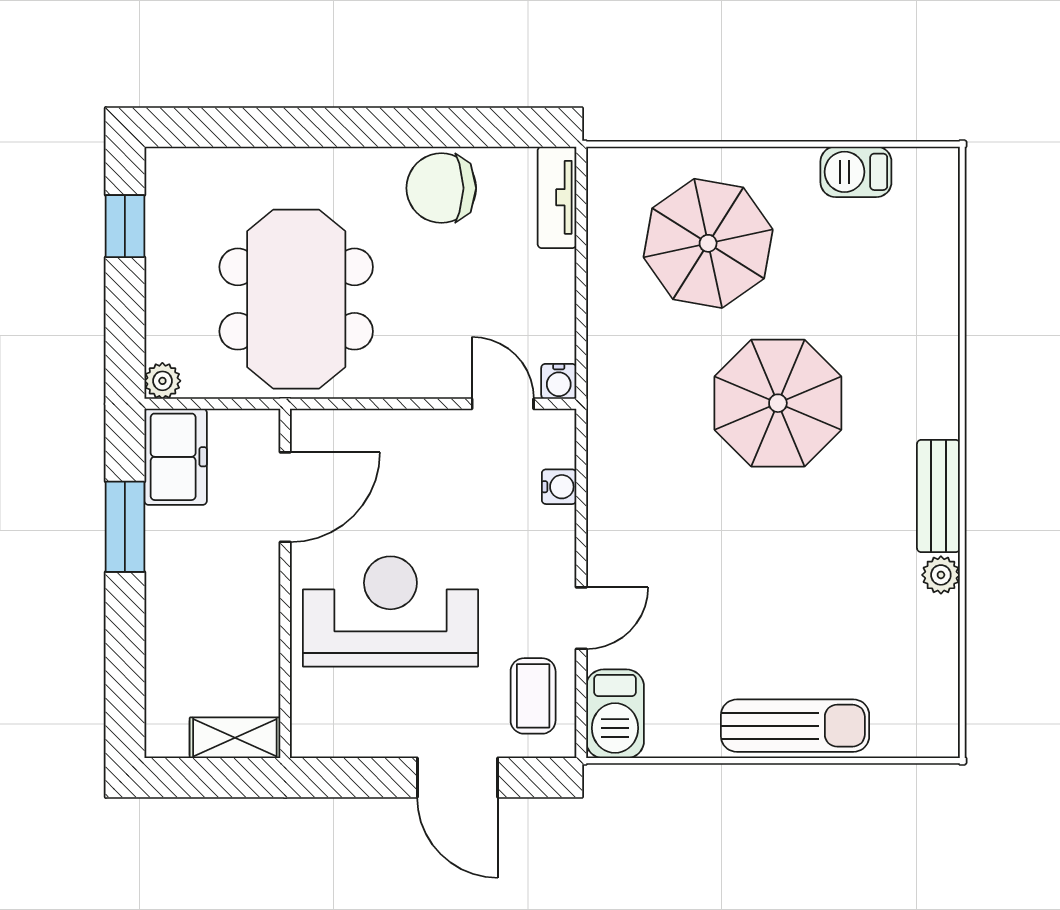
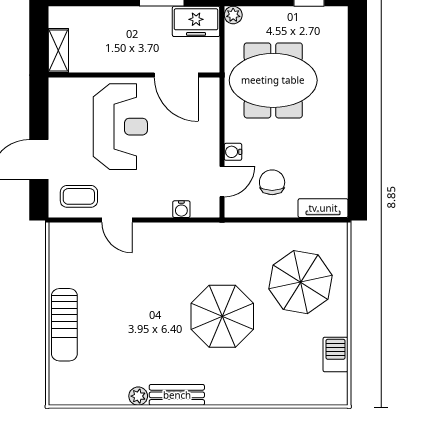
chair: (441, 188) -> (272, 182), moved, width x0.73, depth x0.73
water cooler: (559, 381) -> (233, 152), moved
barbecue: (615, 714) -> (70, 237), removed

